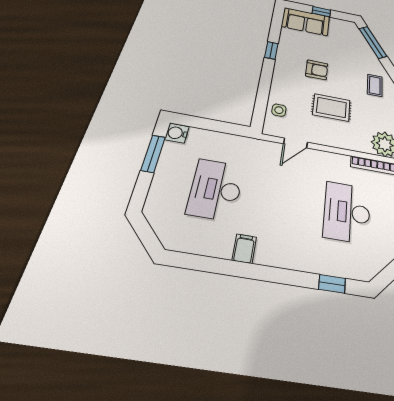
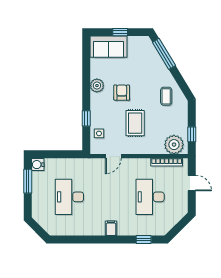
window: (271, 50) -> (86, 118), moved
plant: (285, 56) -> (97, 86), added
armchair: (317, 70) -> (122, 93), turned -90
rug: (331, 107) -> (135, 123), turned 90
filing cabinet: (244, 249) -> (111, 228), moved

